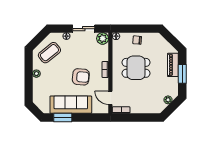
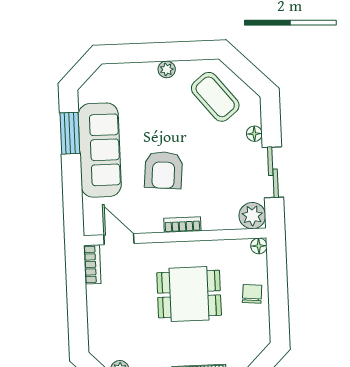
dining table: (136, 68) -> (189, 294), turned 90
door: (110, 98) -> (119, 239), hinge flipped

